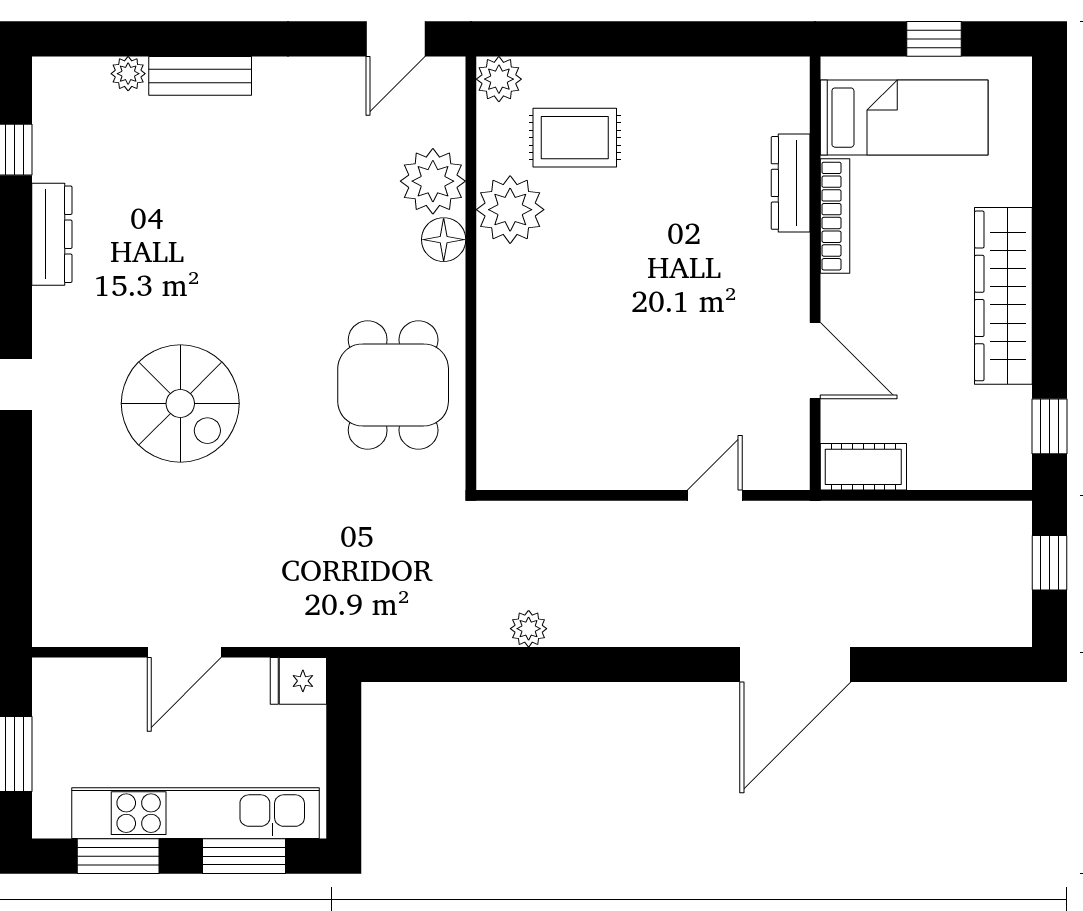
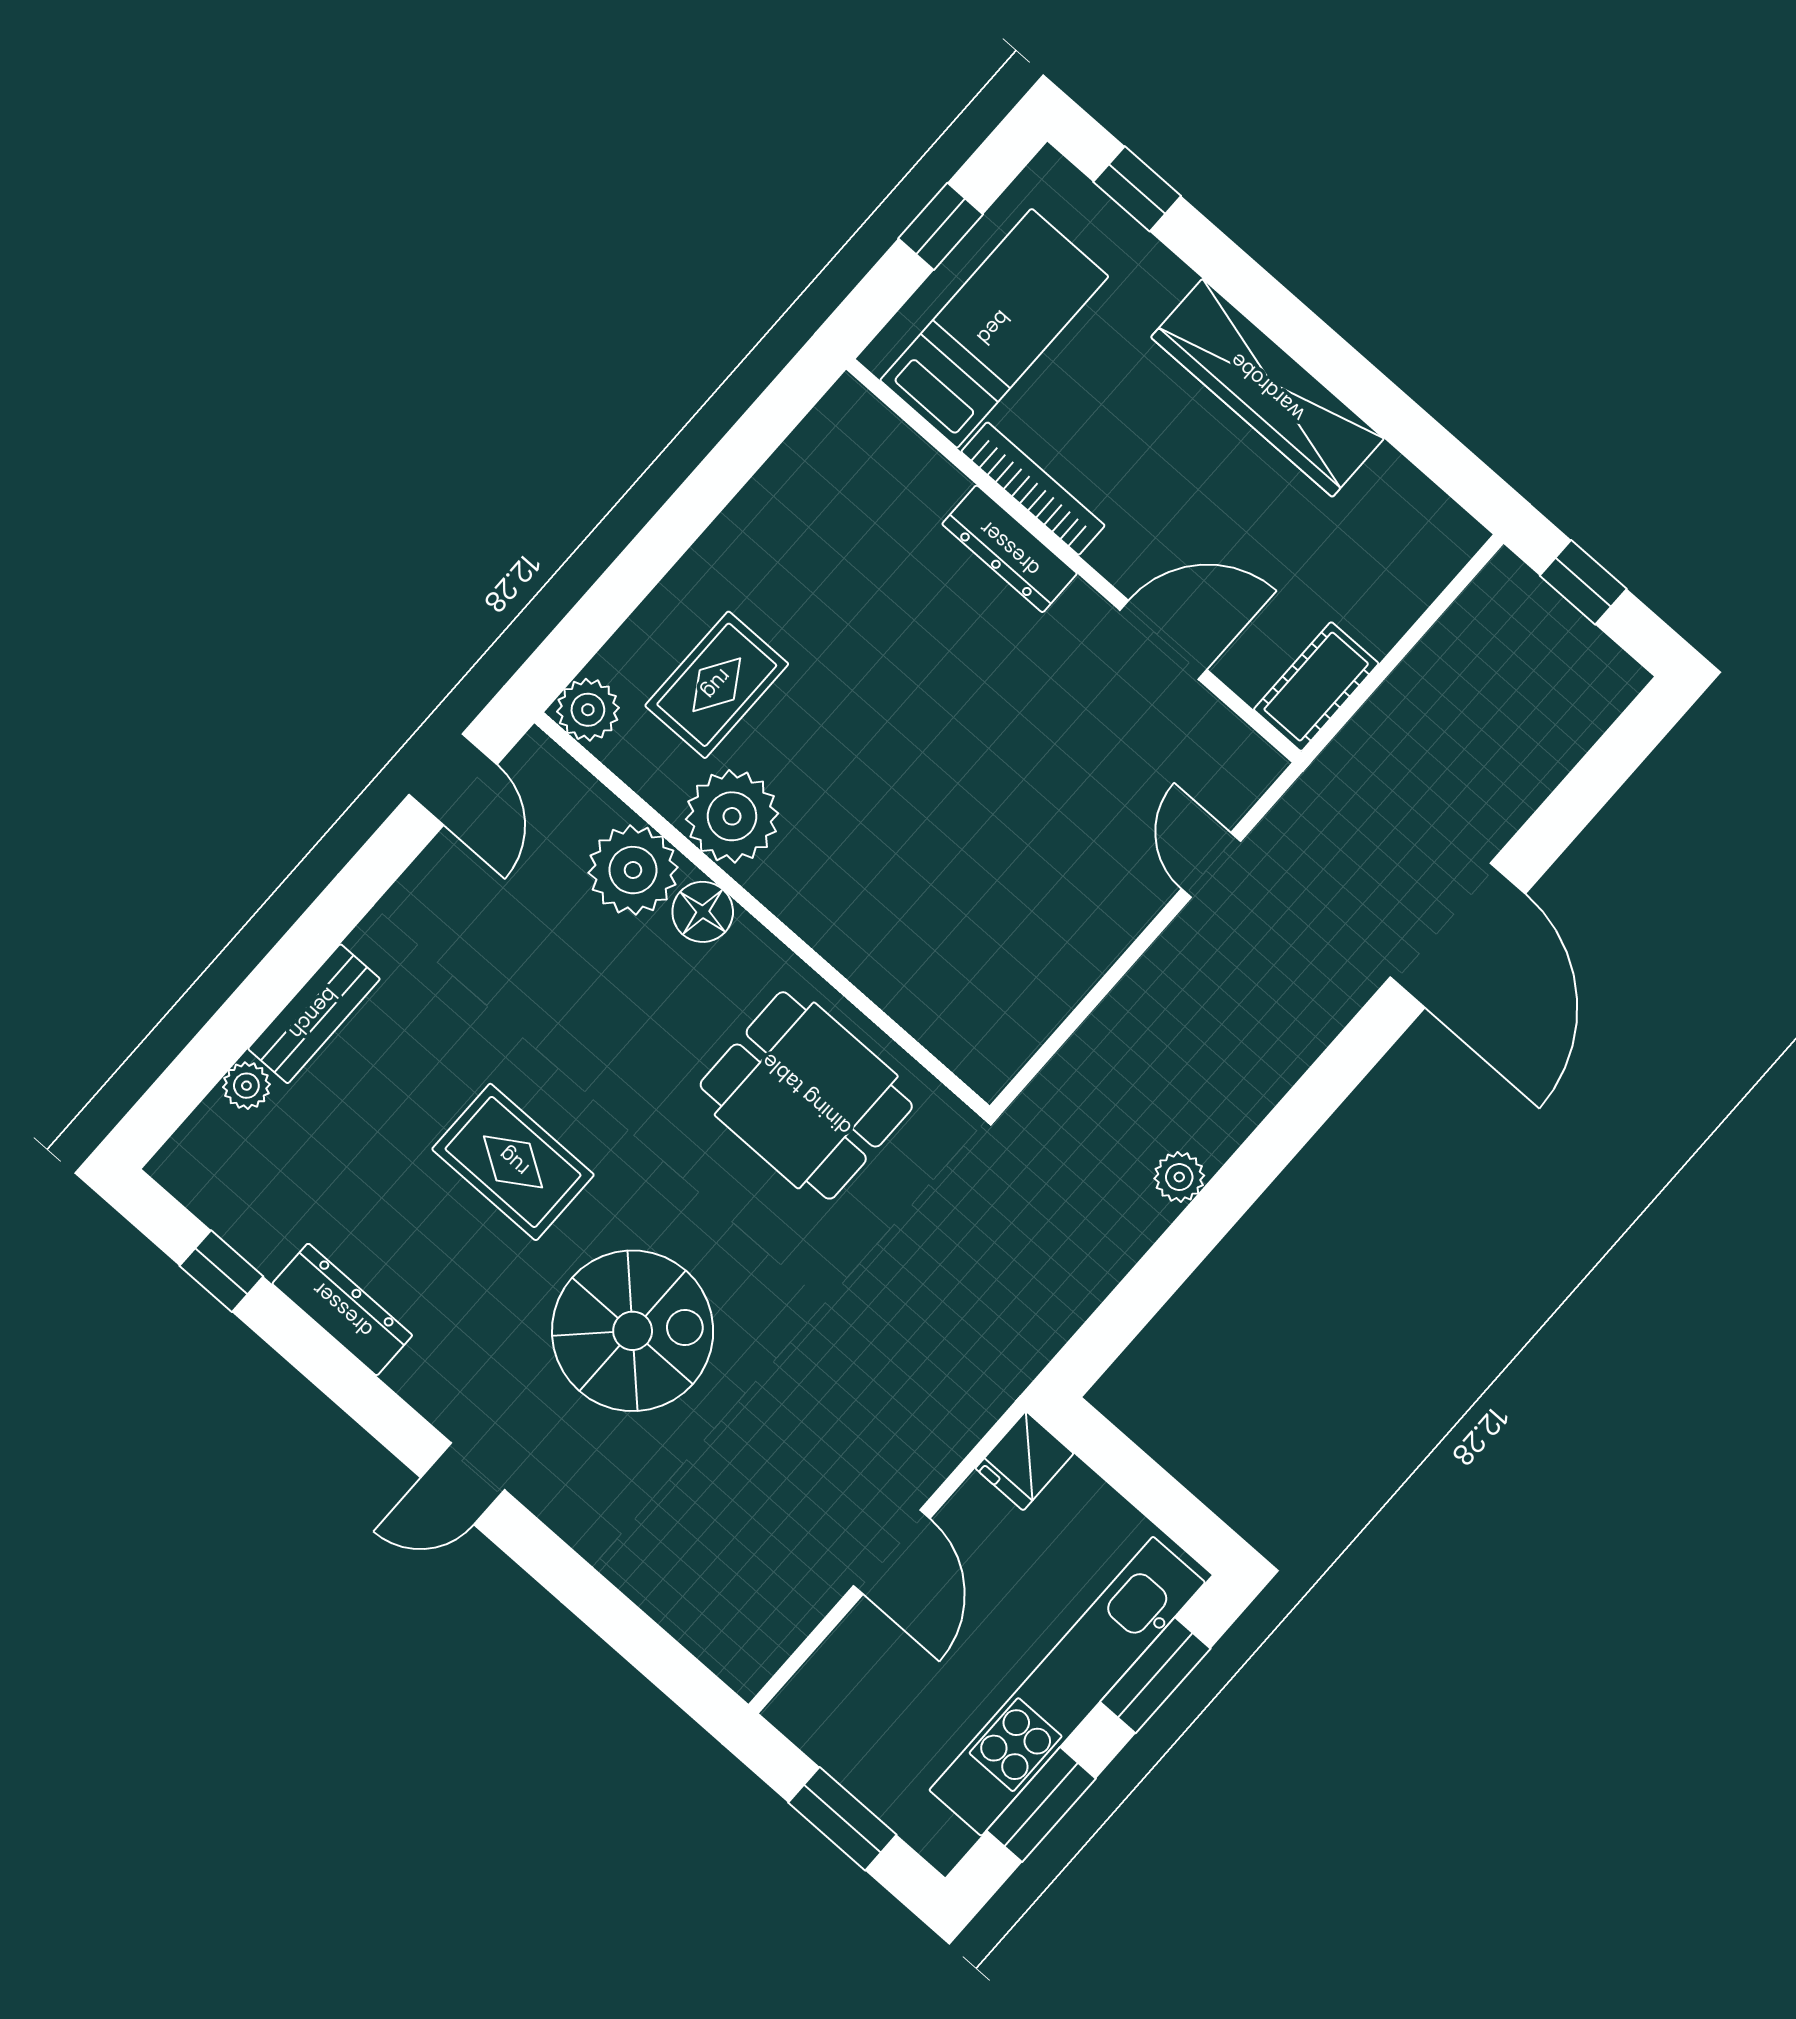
dresser: (791, 183) -> (1009, 549), moved
rug: (215, 256) -> (513, 1162), added
window: (1049, 426) -> (1137, 189), moved

